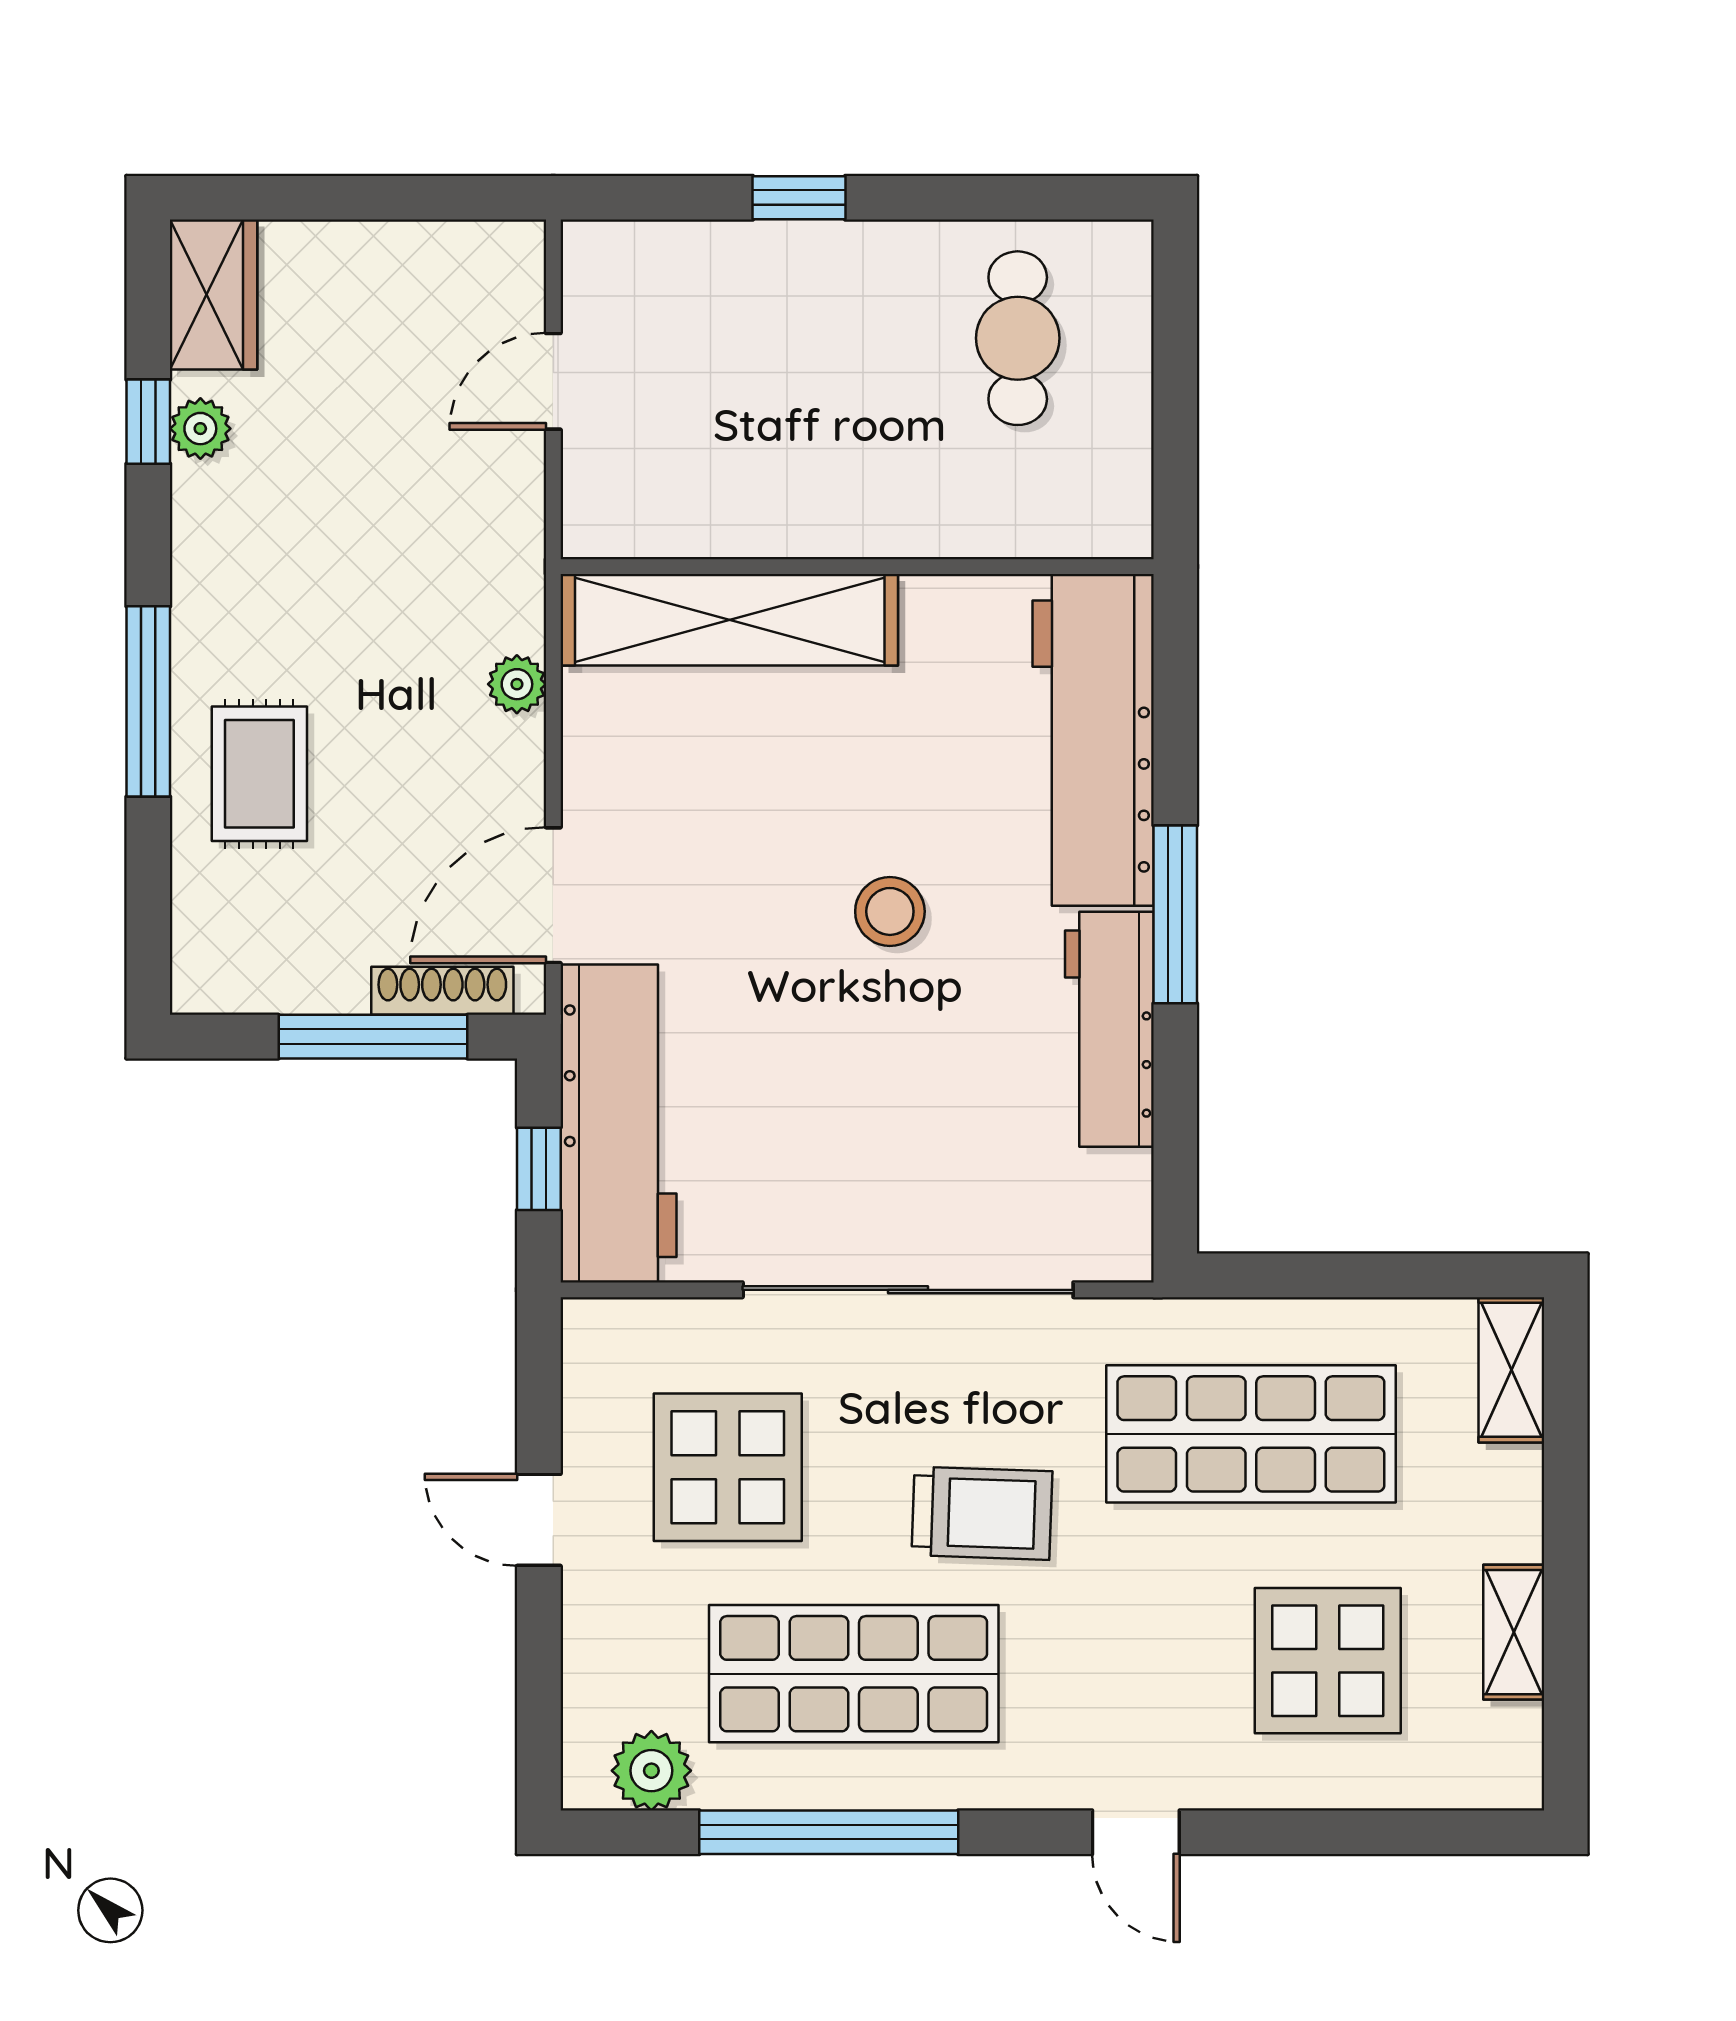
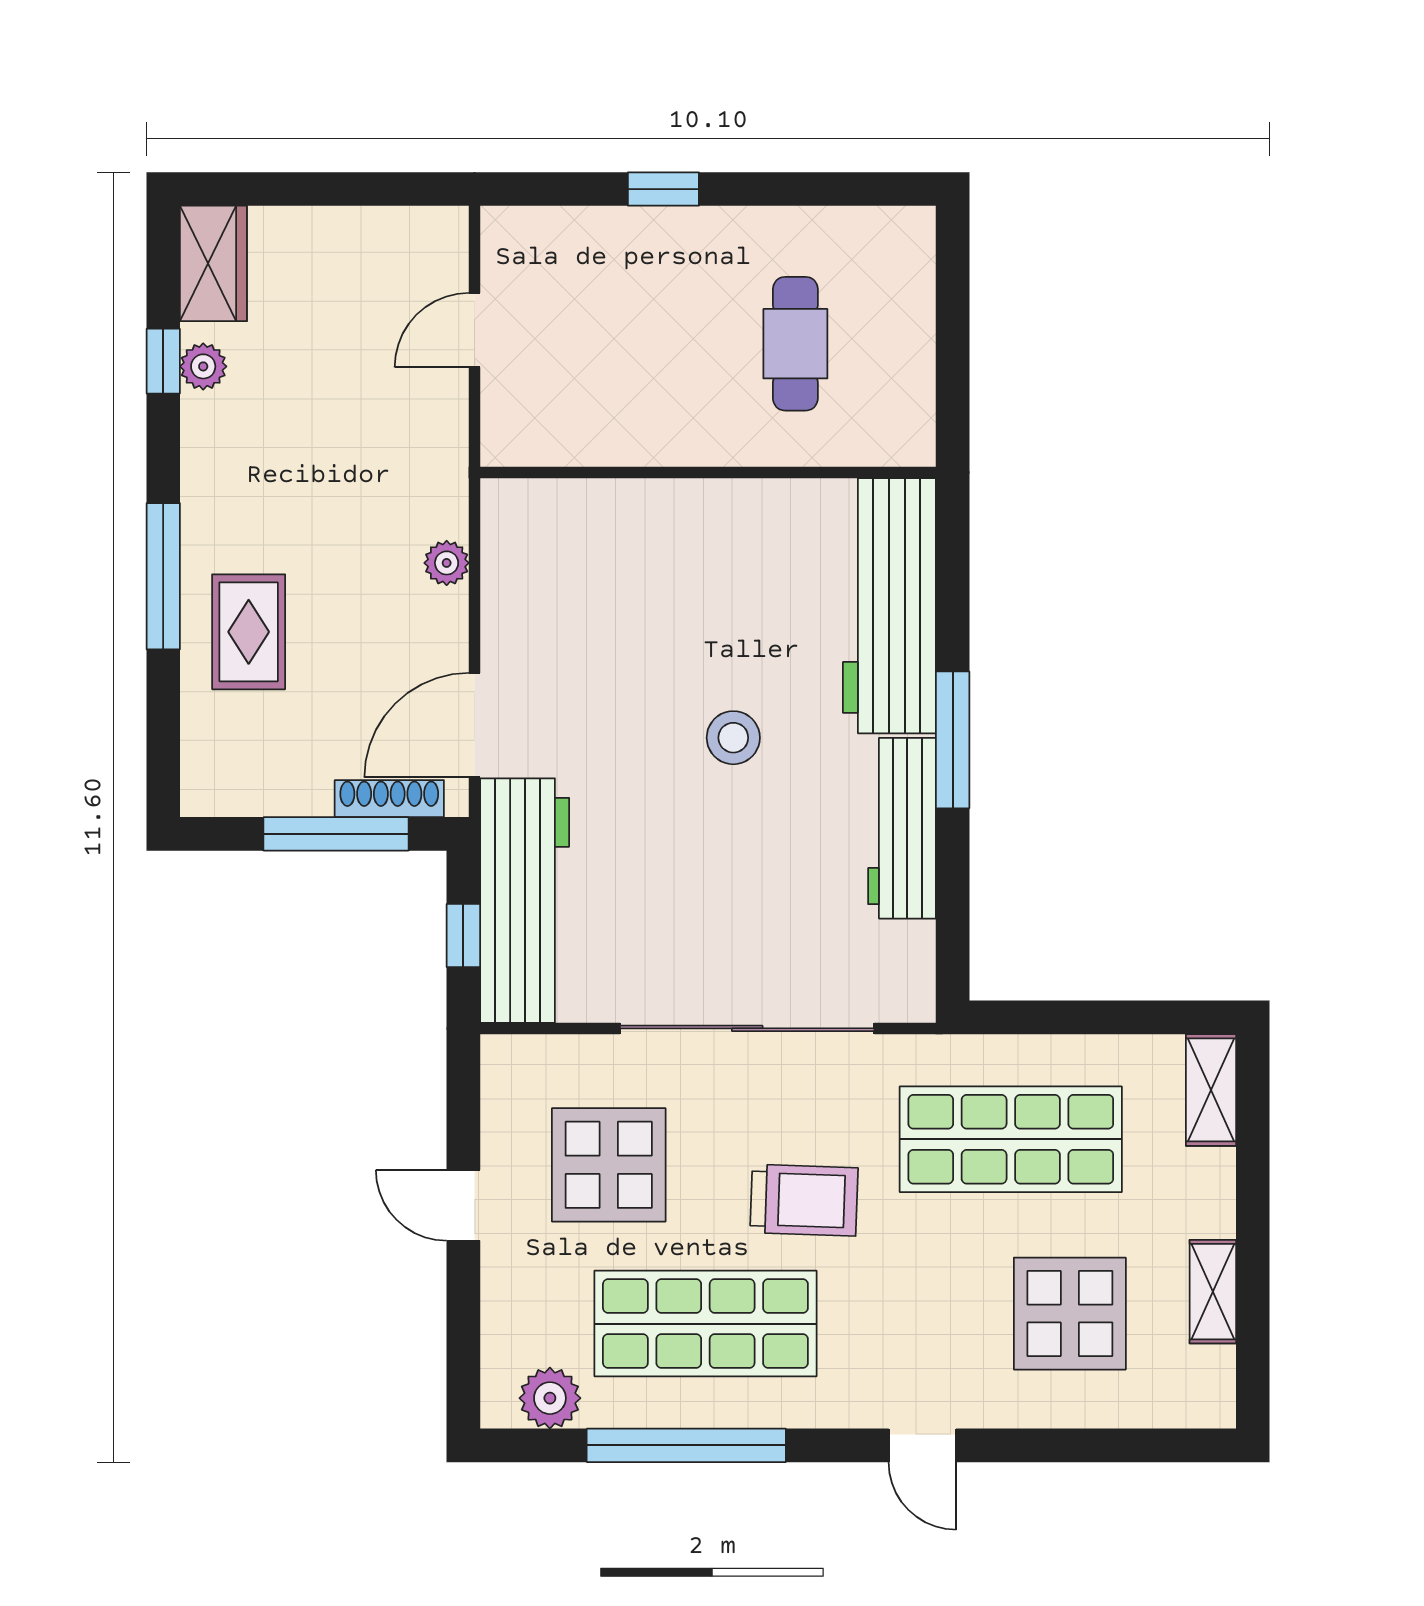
cafe table: (1018, 338) -> (795, 344), moved
shelving: (730, 620) -> (610, 513), removed

